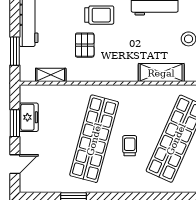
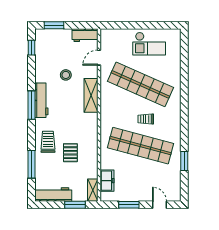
pallet: (85, 45) -> (70, 153), turned 90
shelving: (51, 75) -> (93, 190), moved
freezer: (29, 117) -> (107, 181), moved, turned 90

